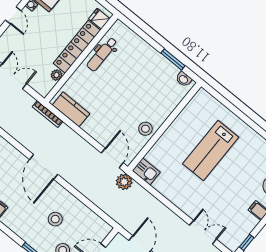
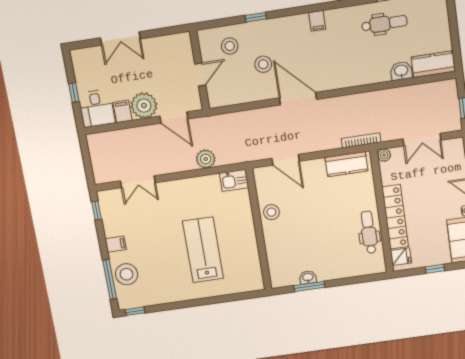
plant: (57, 75) -> (384, 155), moved
washbasin: (184, 79) -> (308, 277), moved
door: (112, 158) -> (286, 160), moved
door: (44, 167) -> (298, 99), moved
plant: (124, 182) -> (206, 159), moved

